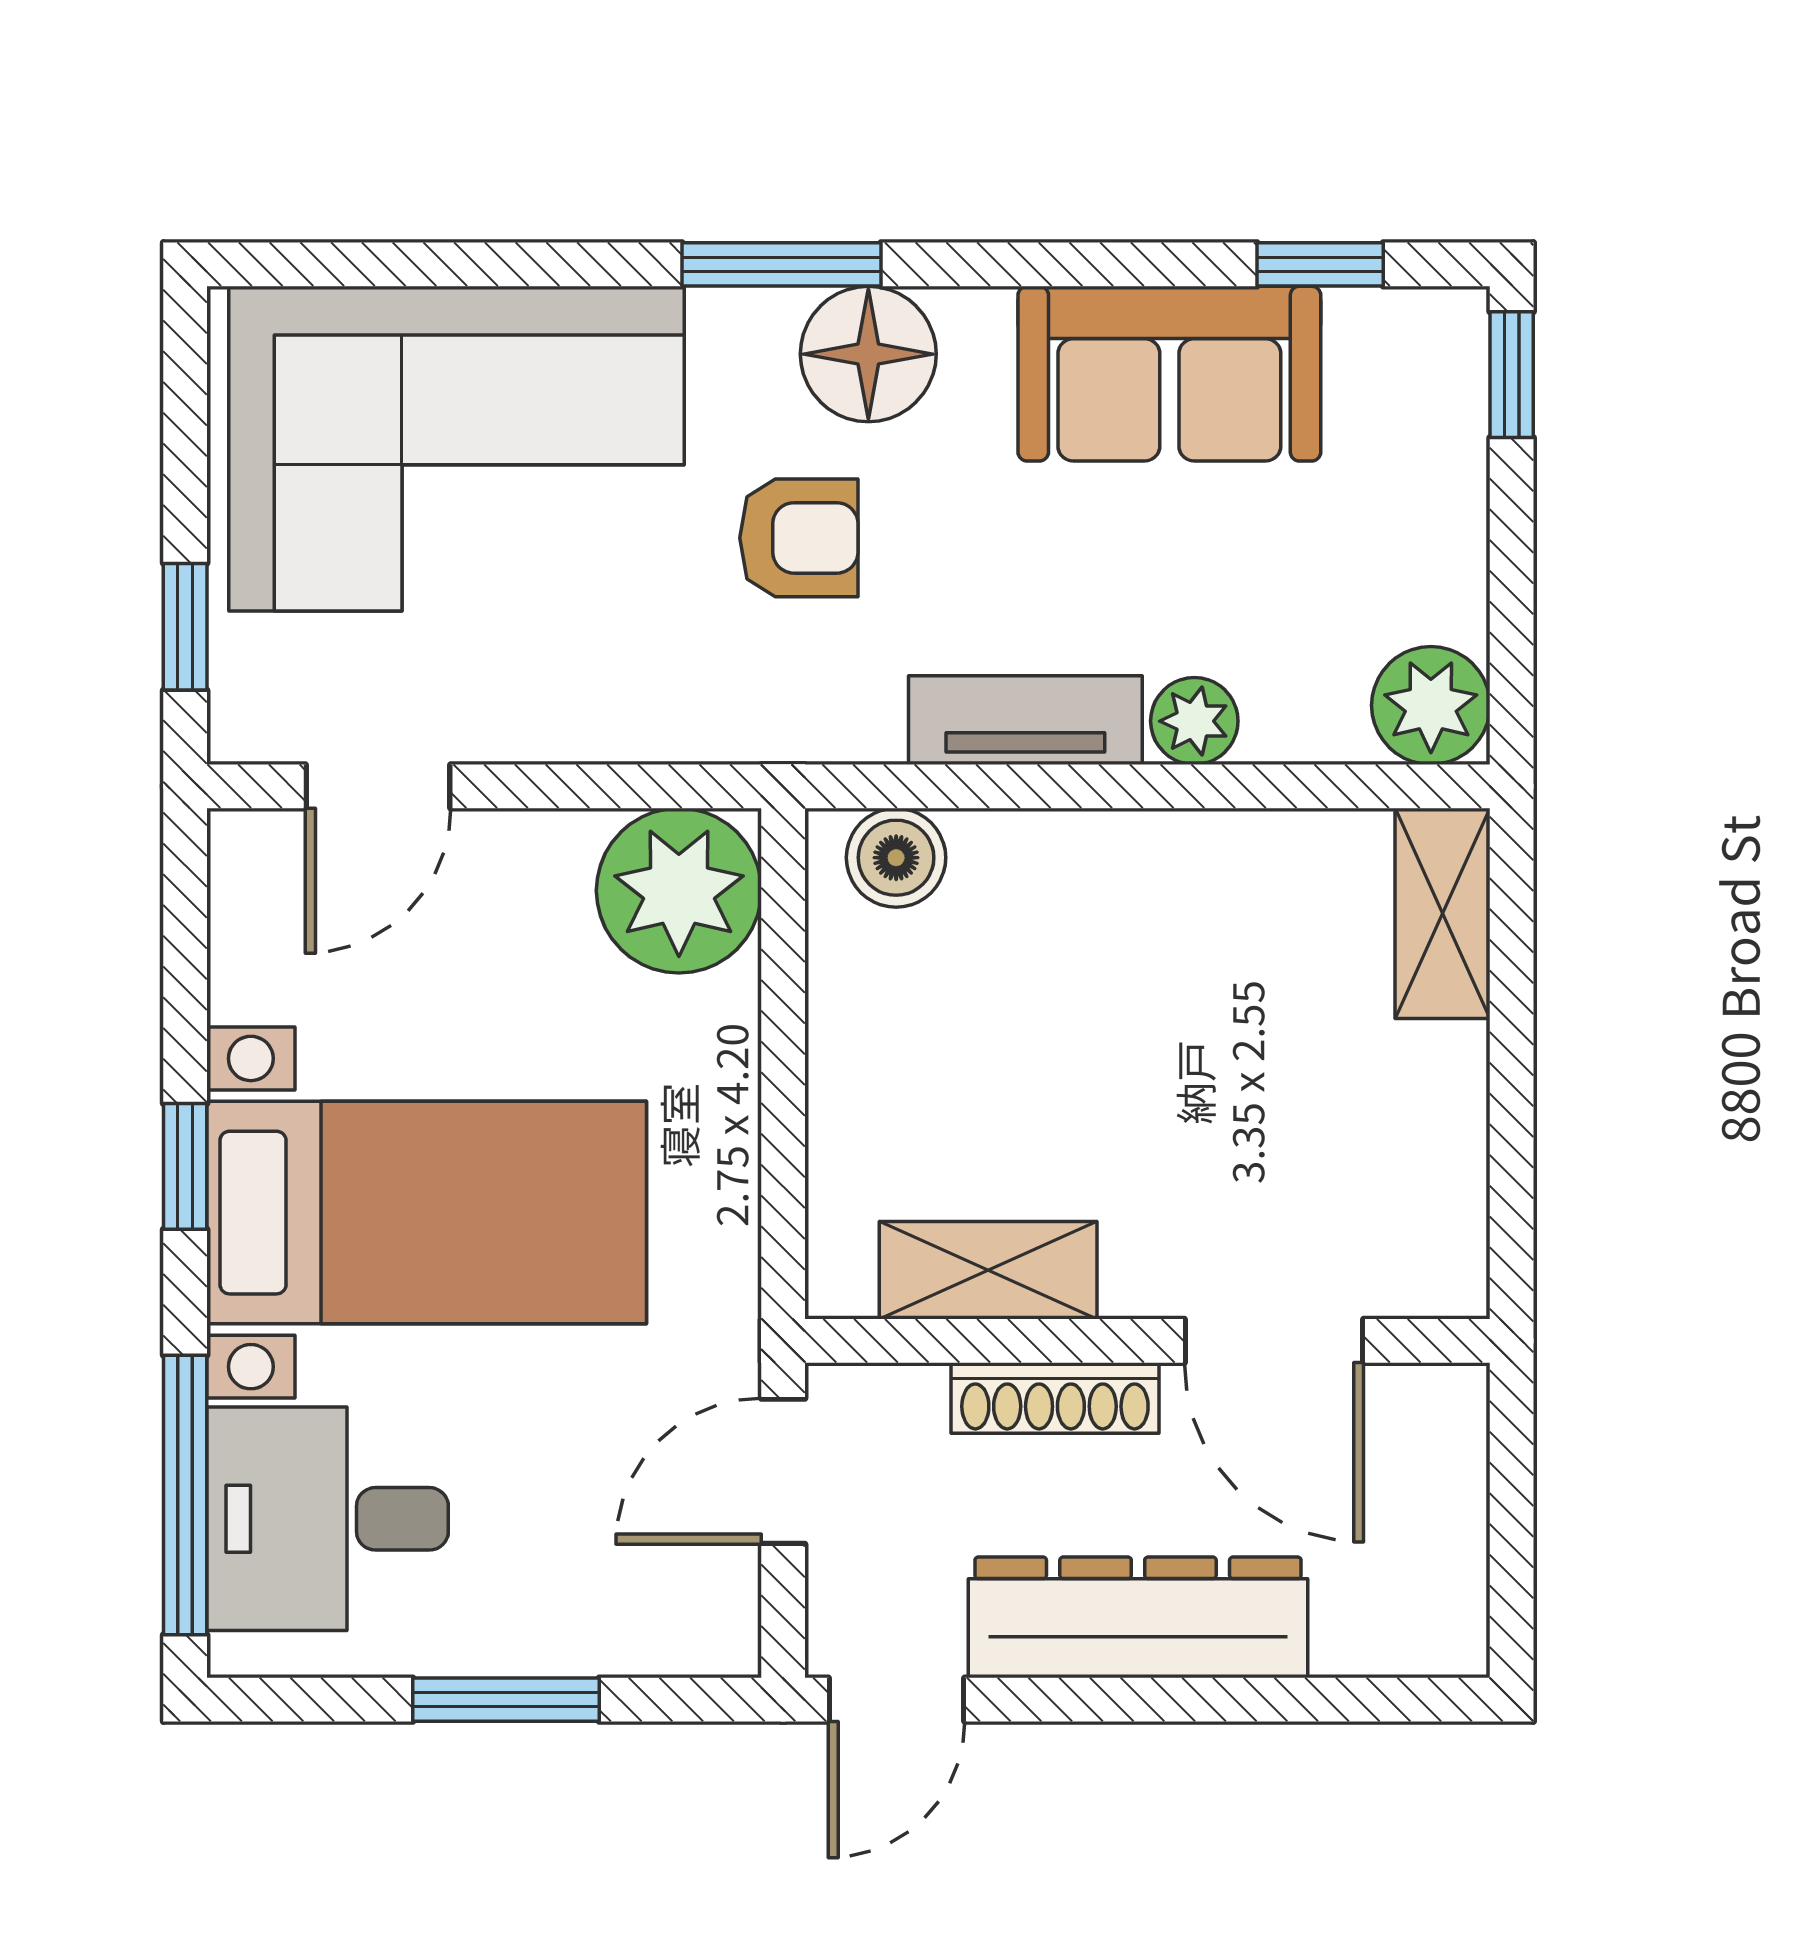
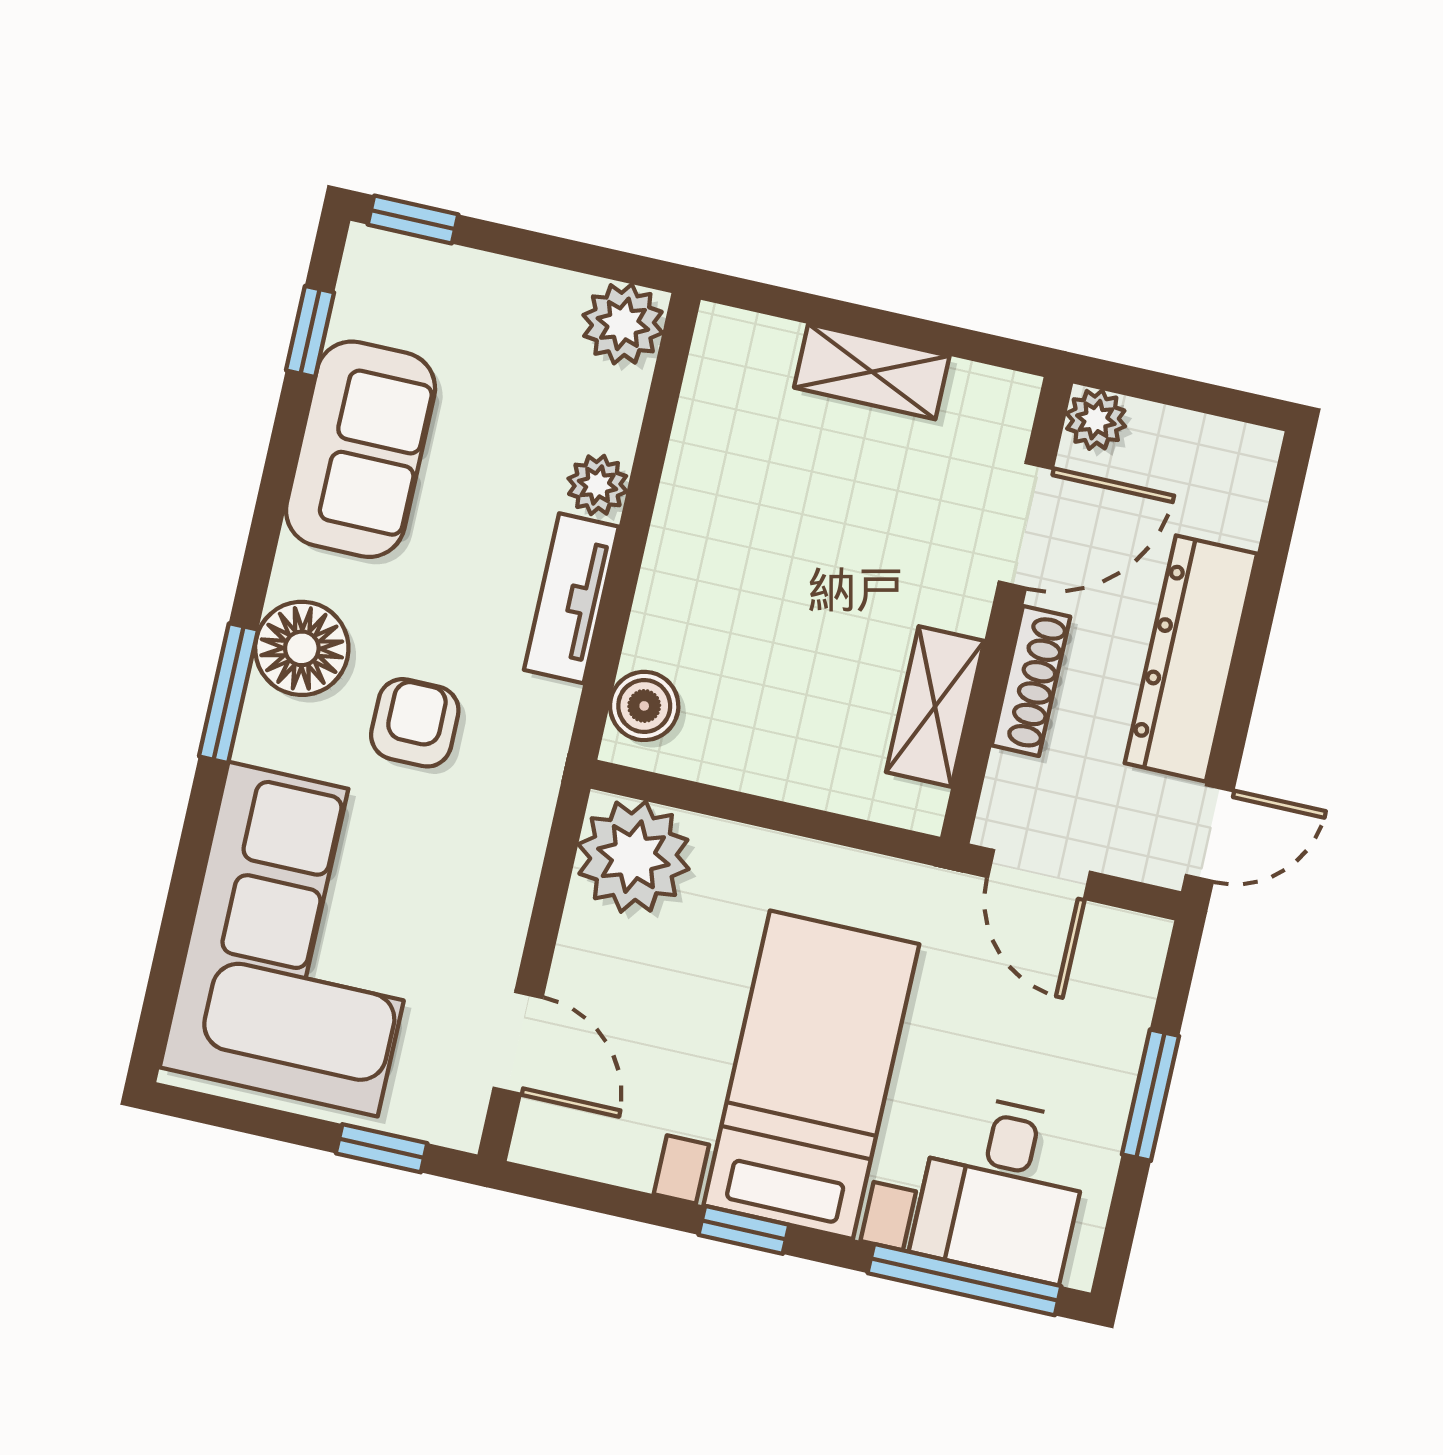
shelving: (1443, 913) -> (872, 372), moved
plant: (1446, 1406) -> (1096, 420), added
door: (896, 1700) -> (1210, 833), hinge flipped

